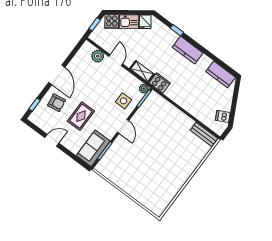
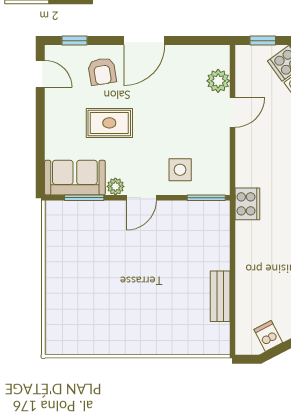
shelving: (142, 71) -> (245, 164), removed
plant: (144, 89) -> (115, 186), moved
bench: (204, 134) -> (220, 296), moved
door: (52, 140) -> (40, 74), moved

